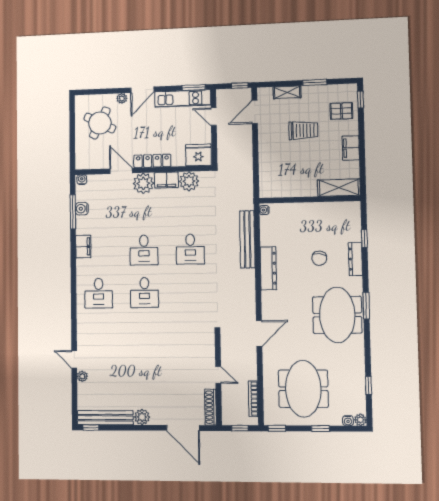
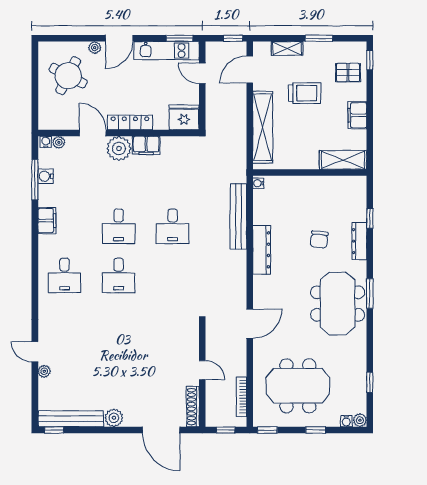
shelving: (267, 161) -> (263, 127), added
plant: (189, 181) -> (59, 142), moved, width x0.53, depth x0.53
meeting table: (303, 389) -> (298, 386), turned 90

